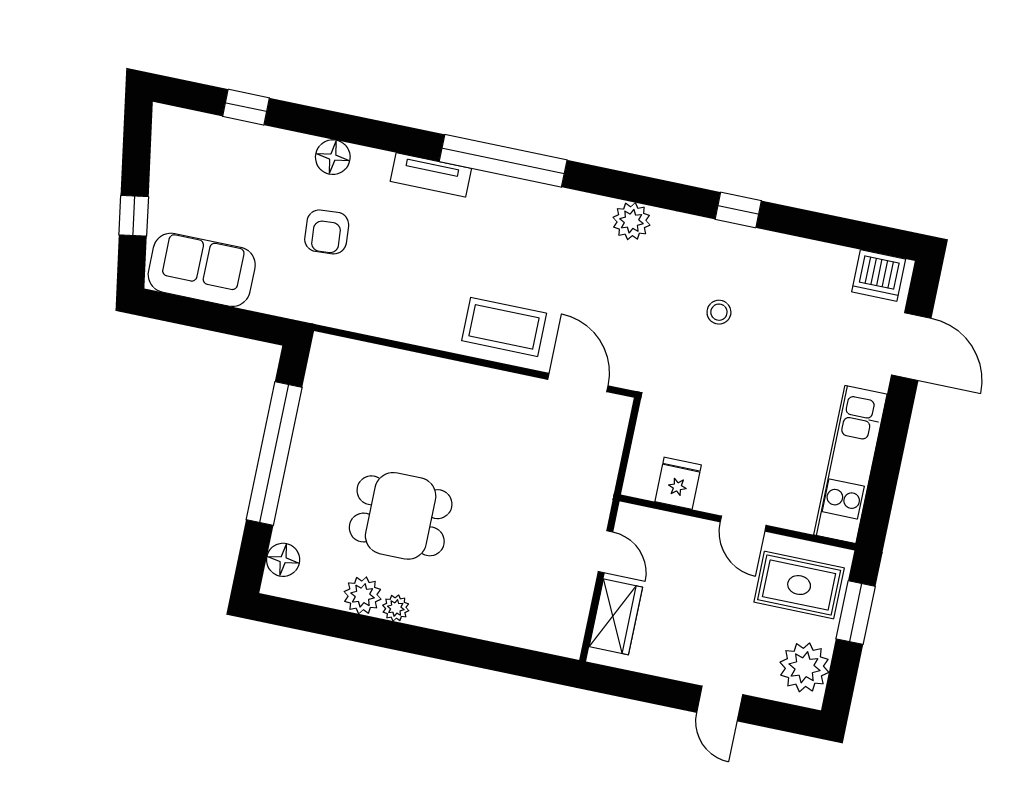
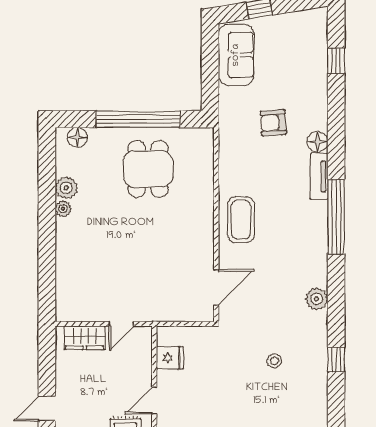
floor lamp: (333, 157) -> (318, 142), moved
coffee table: (504, 327) -> (241, 220), moved
dining table: (401, 516) -> (148, 169), moved

